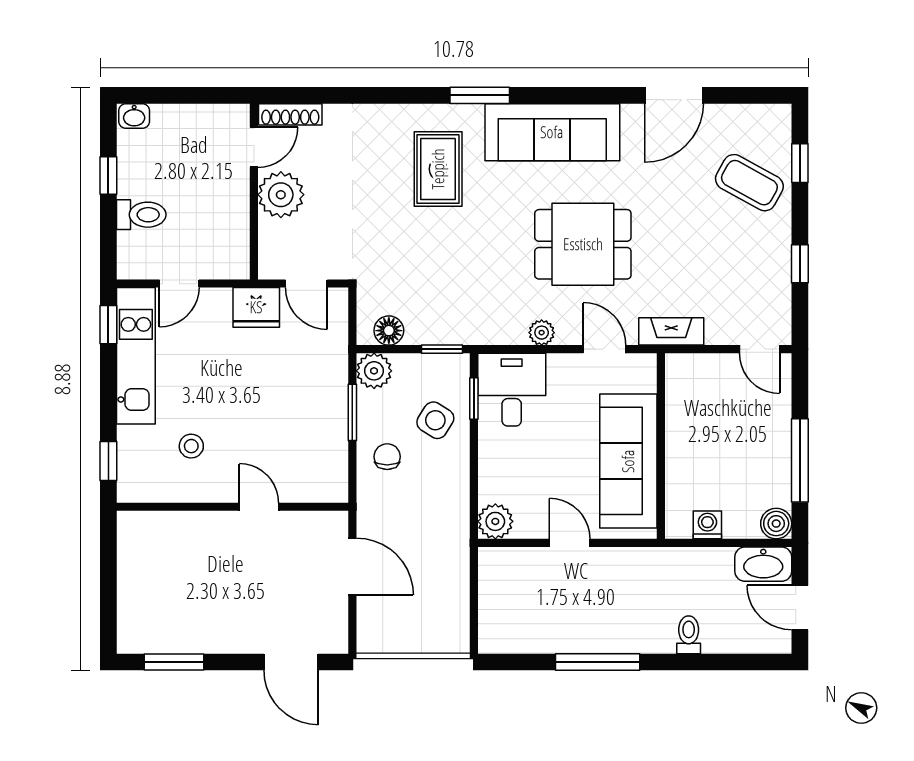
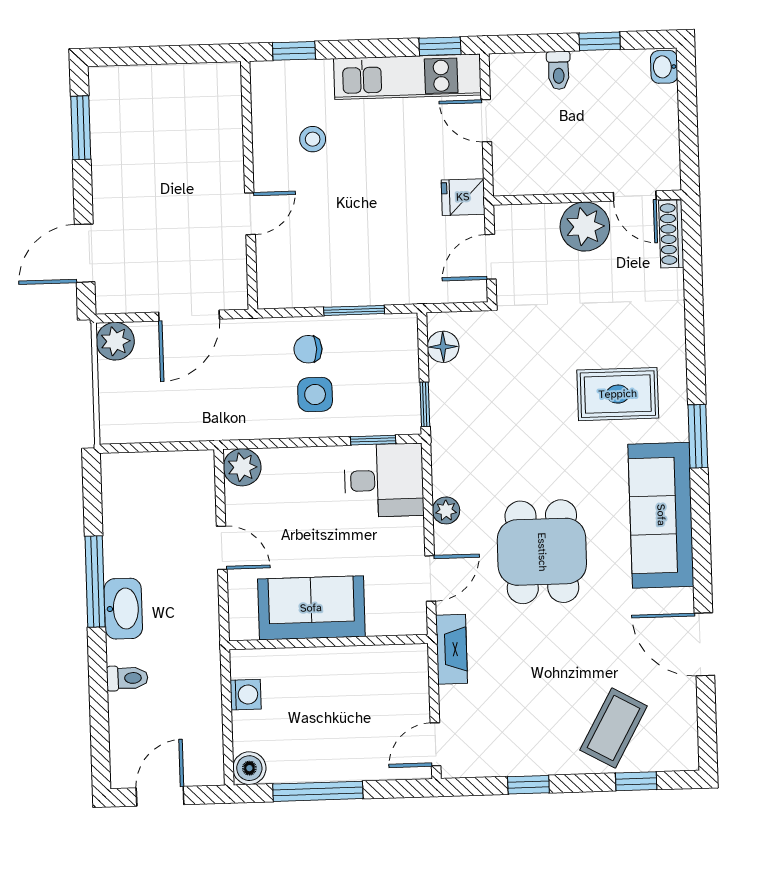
toilet: (141, 215) -> (559, 70), width x0.73, depth x0.72
fridge: (256, 307) -> (463, 197), width x0.72
plant: (374, 371) -> (115, 341), moved
side table: (435, 420) -> (315, 394), moved, turned -32
chair: (387, 457) -> (308, 349), turned 180
sofa: (628, 461) -> (311, 608), width x0.73
door: (570, 543) -> (222, 548), hinge flipped
washbasin: (763, 564) -> (123, 609), moved, turned 180

